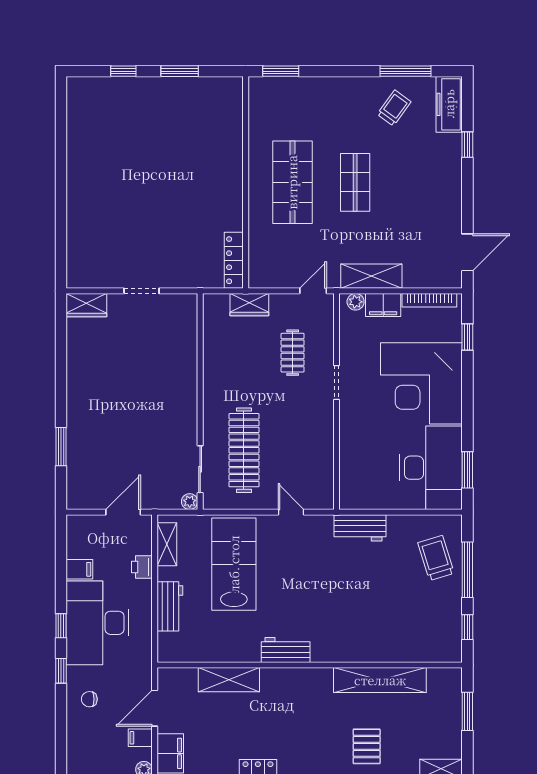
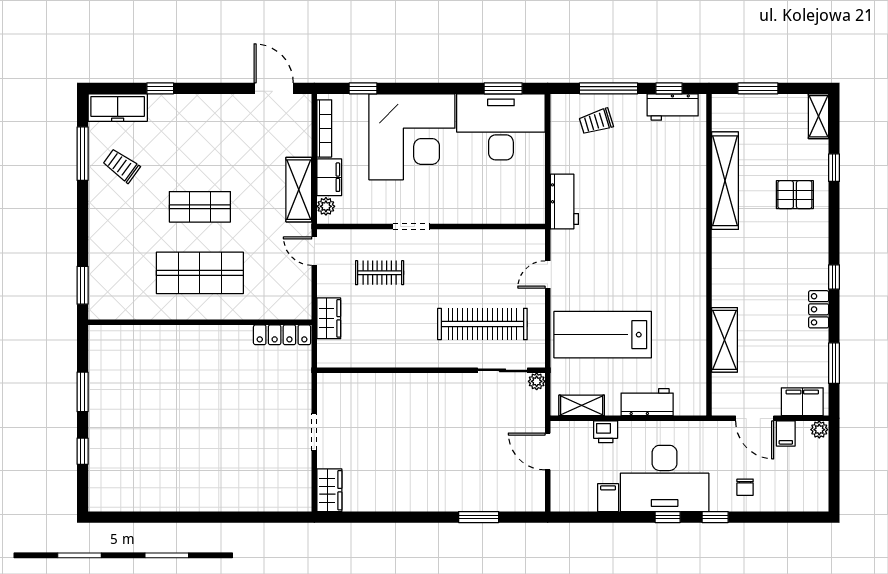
trolley: (436, 558) -> (596, 122), width x0.73, depth x0.72
workbench: (286, 650) -> (673, 107), moved, turned -90

